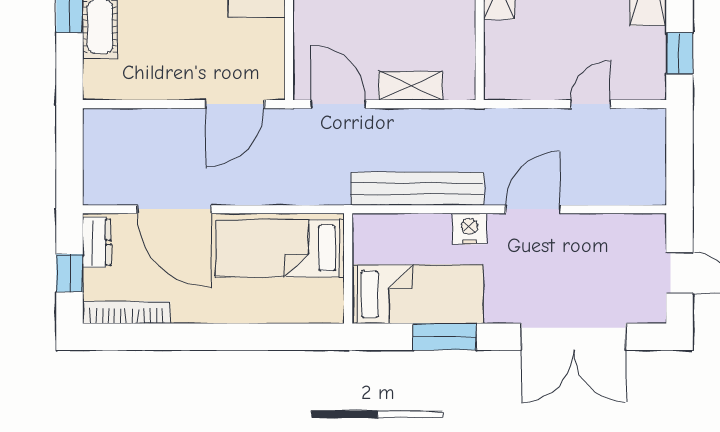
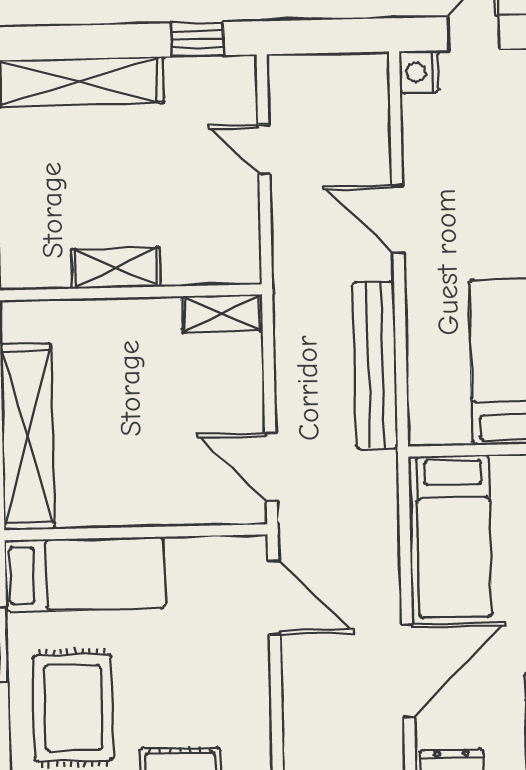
shelving: (411, 86) -> (222, 313), moved, turned 90
door: (338, 104) -> (271, 467), hinge flipped
nightstand: (470, 229) -> (419, 72), moved

